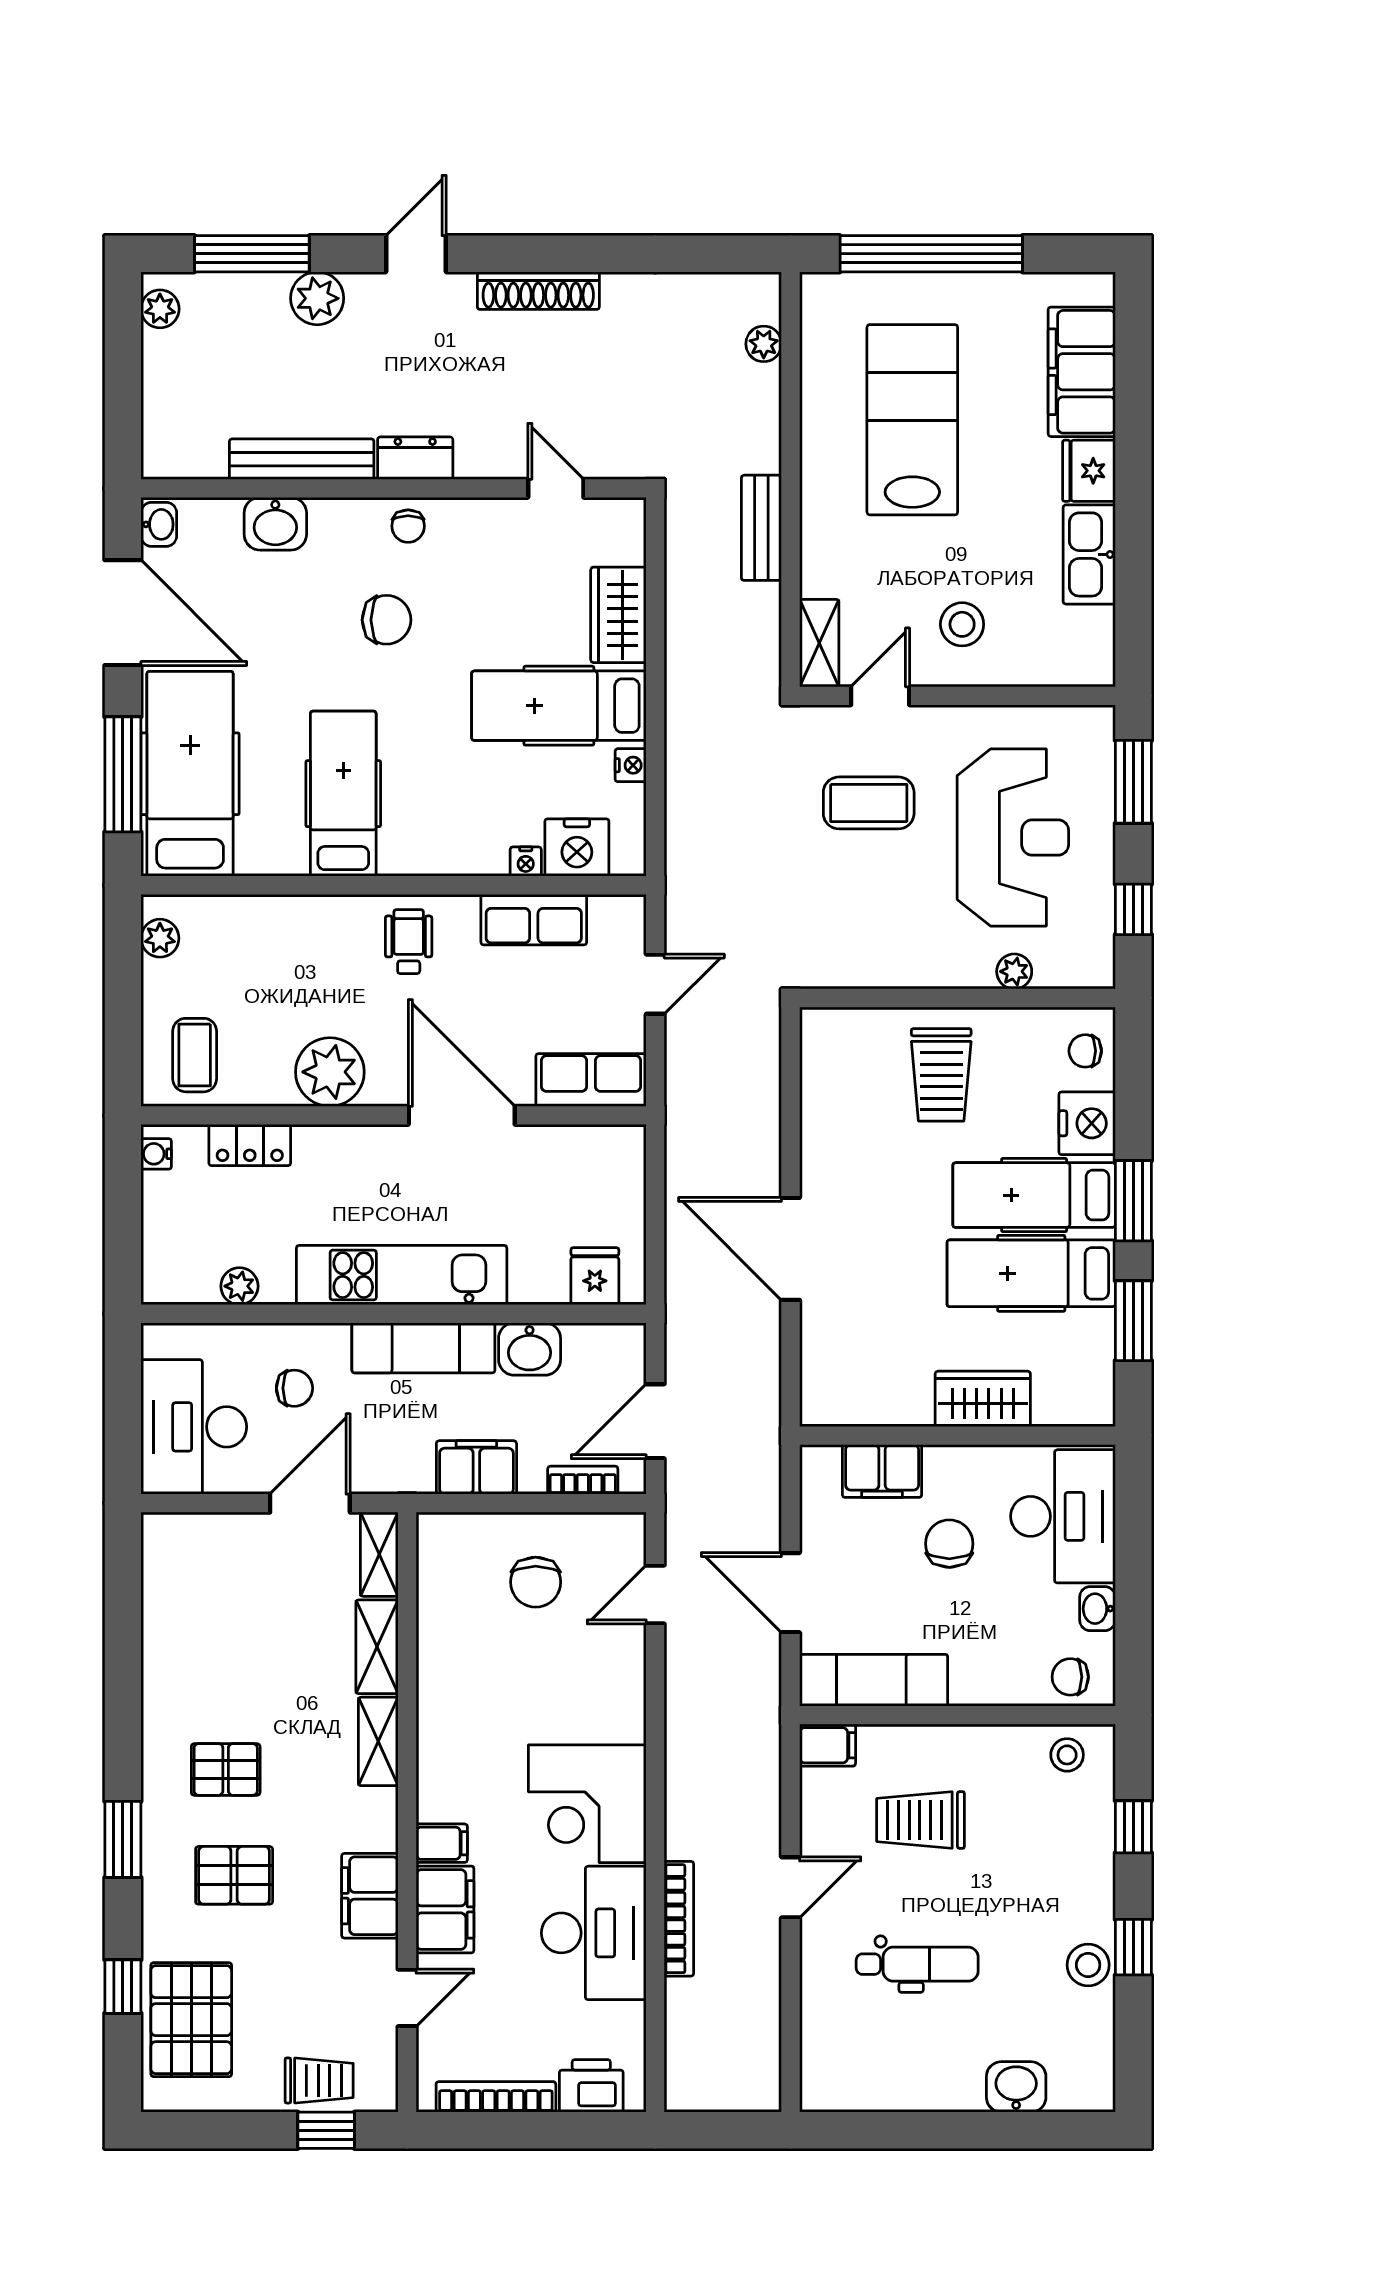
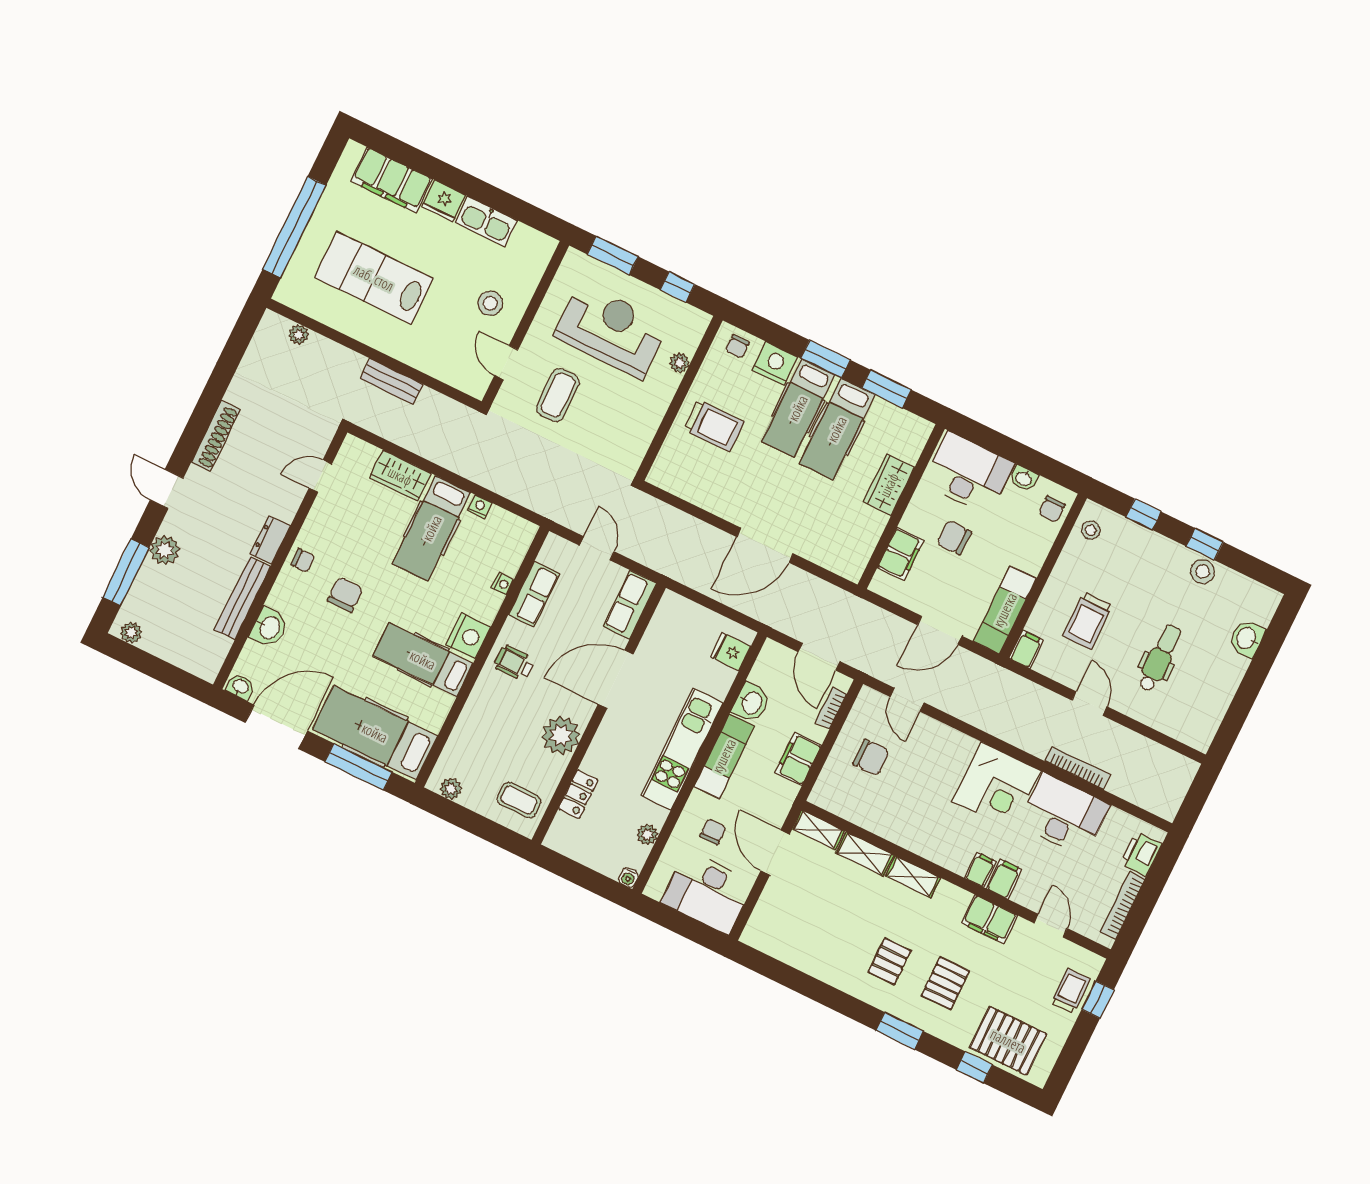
shelving: (819, 643) -> (464, 381), removed
nightstand: (577, 847) -> (468, 636), moved
water cooler: (156, 1154) -> (628, 878), moved
filing cabinet: (445, 1909) -> (1004, 879), width x0.50

